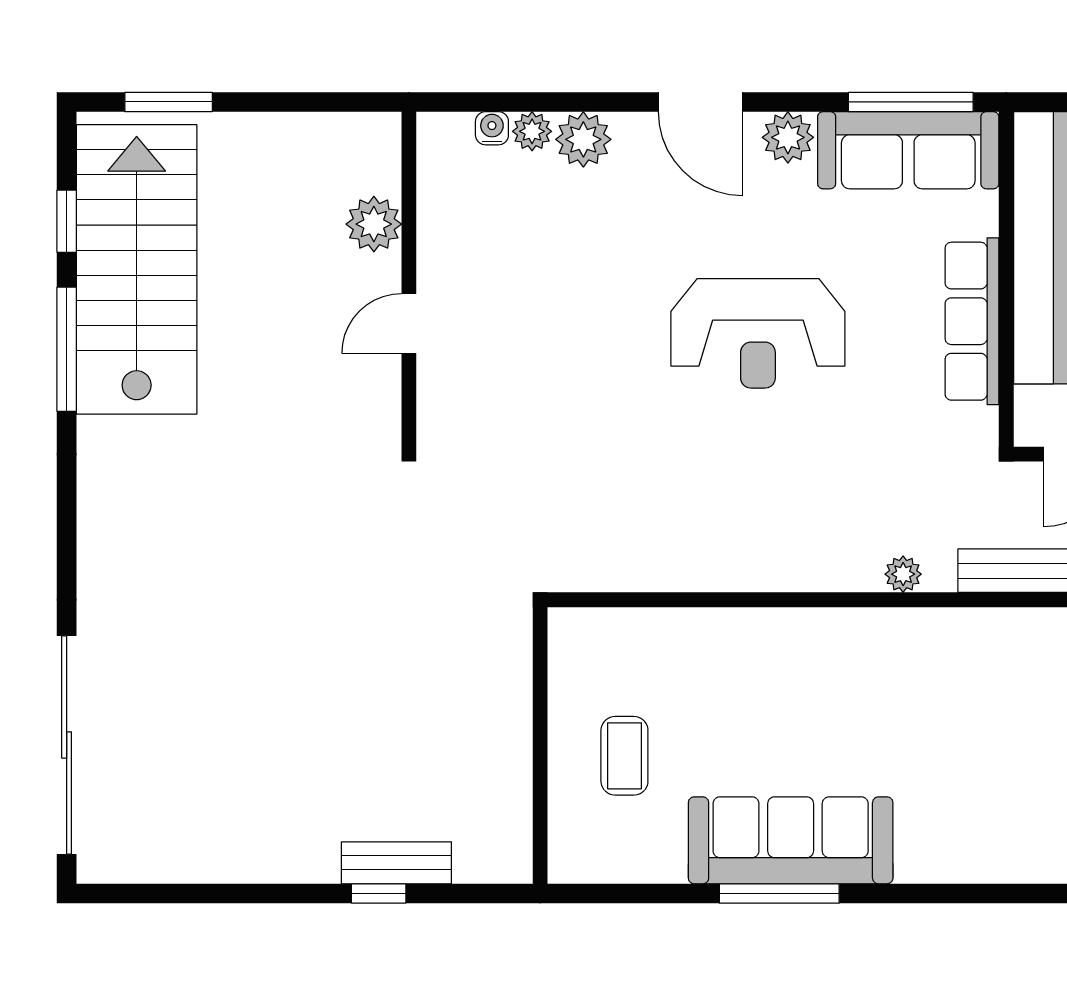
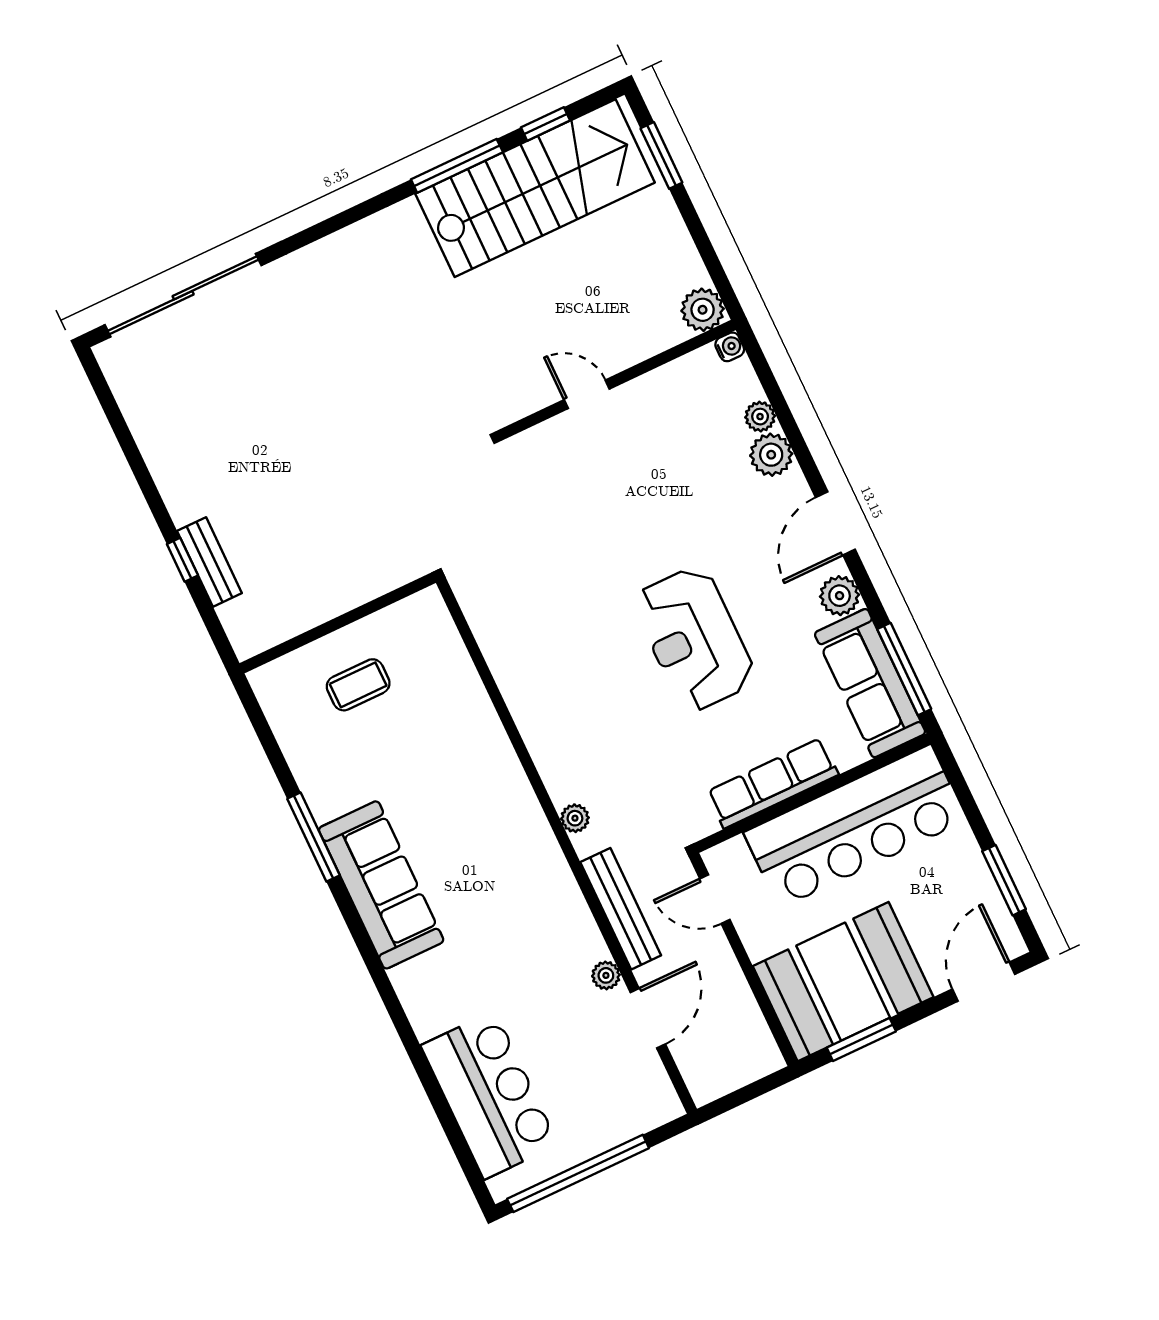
water cooler: (492, 128) -> (730, 347), moved
plant: (374, 224) -> (703, 310), moved
sofa: (791, 840) -> (381, 885), moved

